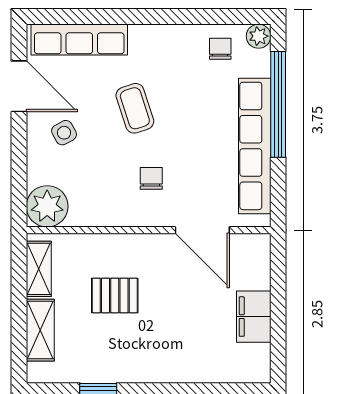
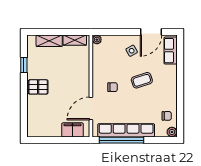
row of seats: (79, 40) -> (171, 51), width x0.68
window: (278, 104) -> (122, 140), moved
plant: (47, 206) -> (97, 40), width x0.53, depth x0.53
pallet: (115, 296) -> (38, 87), moved, turned 90
filing cabinet: (254, 317) -> (73, 130), moved

